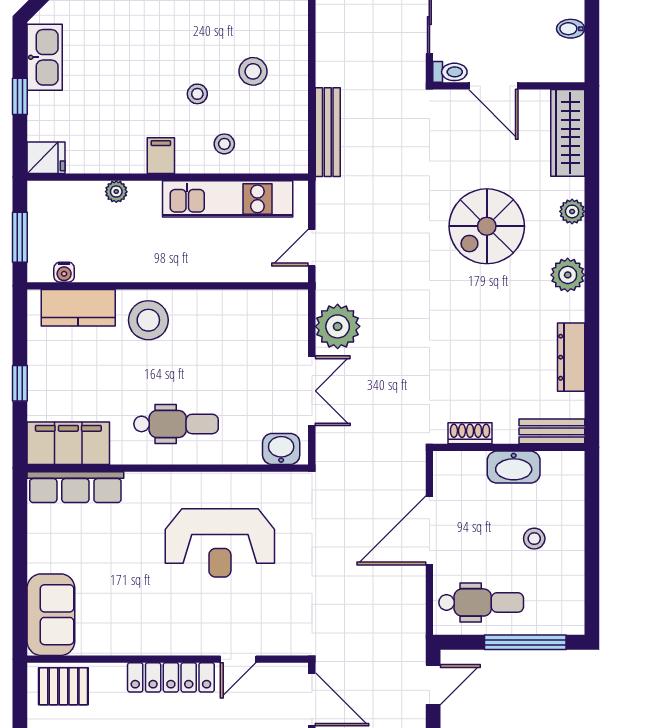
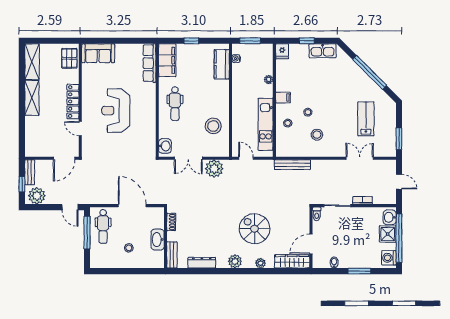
door: (493, 86) -> (311, 244), moved
stool: (148, 320) -> (213, 126), moved
reception desk: (220, 543) -> (116, 111), moved
window: (525, 642) -> (87, 233), moved

